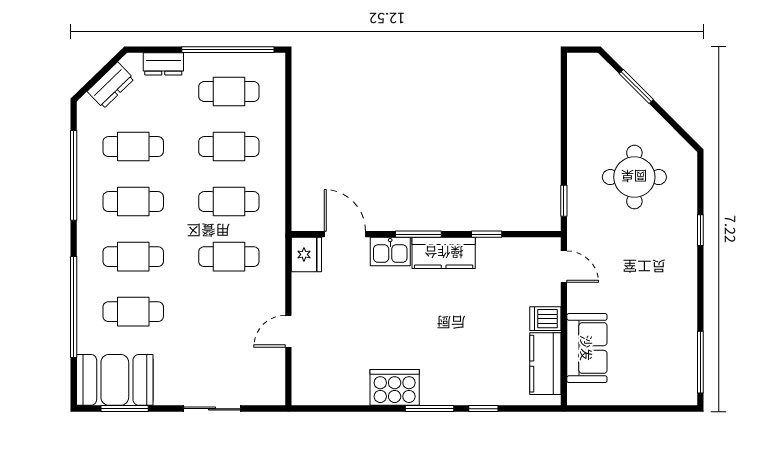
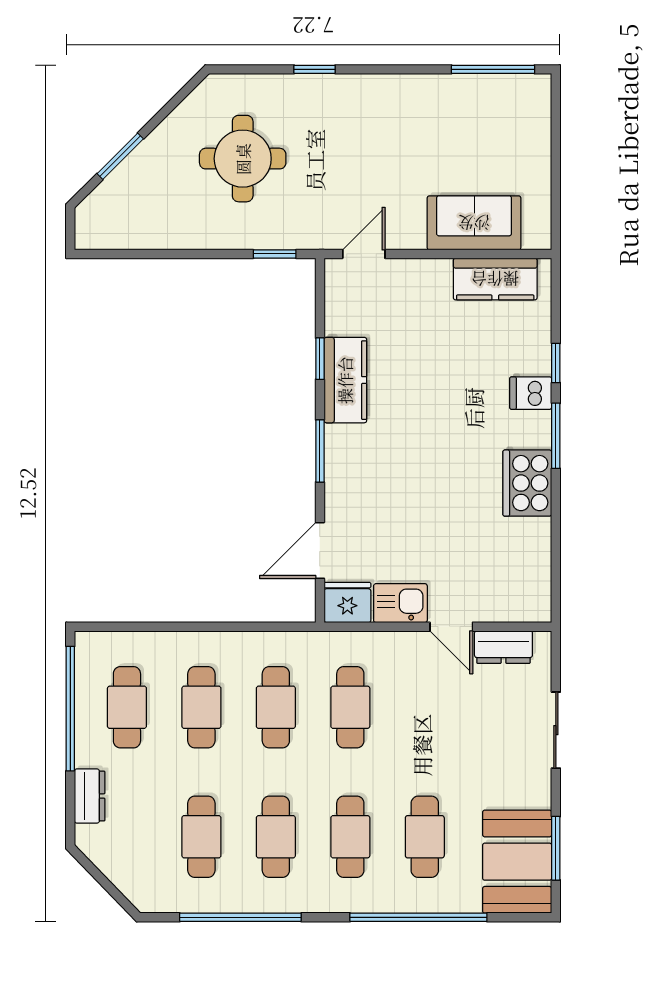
dresser: (111, 85) -> (503, 647), moved, turned 134
kitchen sink: (390, 252) -> (400, 603), moved, turned -90
kitchen counter: (444, 253) -> (345, 380), moved
dishwasher: (545, 319) -> (531, 393), moved, turned 90

